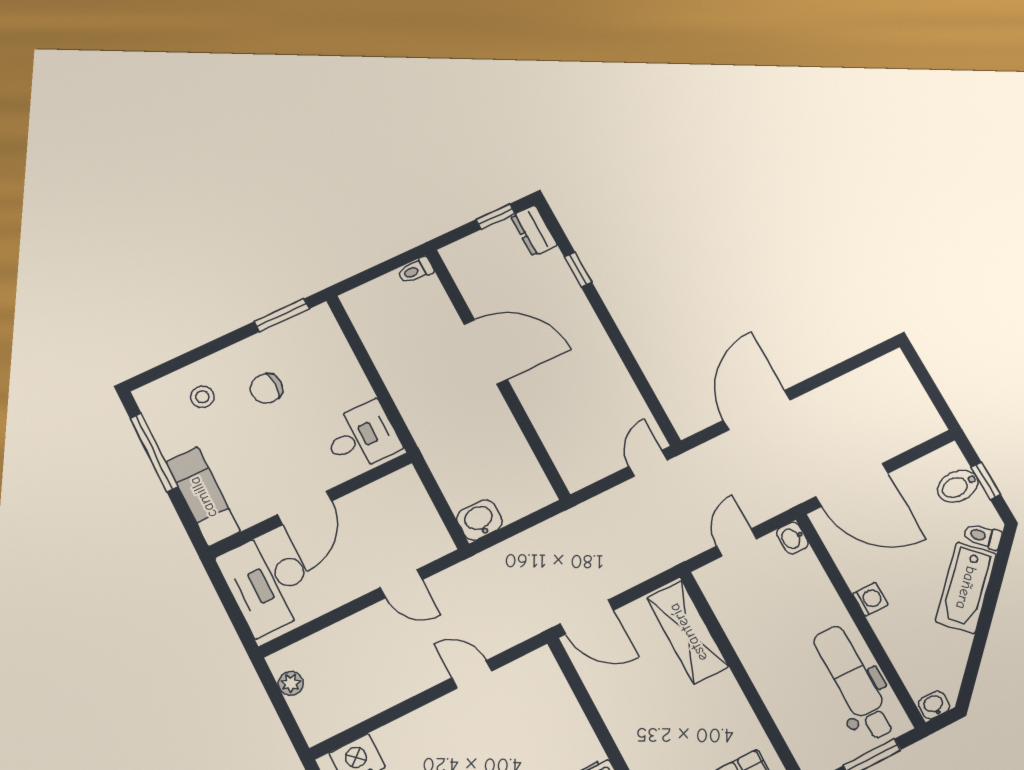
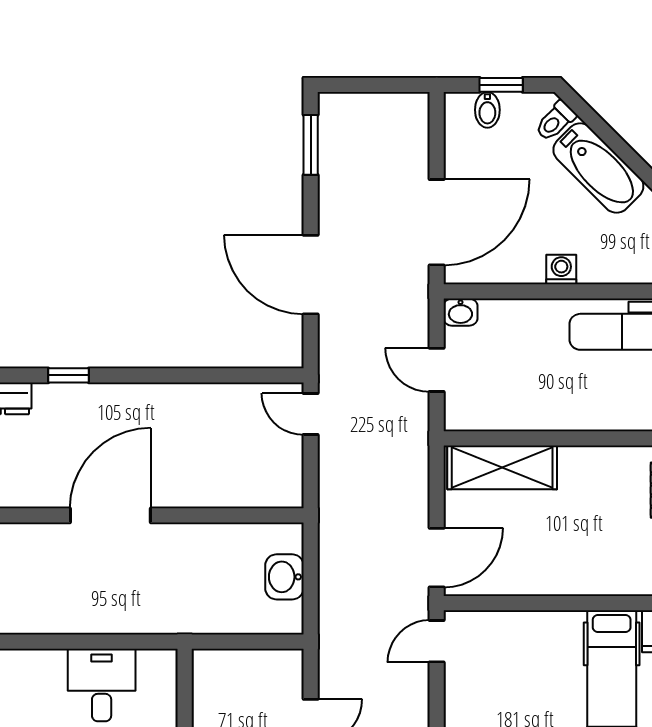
window: (856, 362) -> (311, 145), added
desk: (361, 437) -> (102, 685), moved
bidet: (958, 486) -> (487, 110), width x0.72, depth x0.74
washbasin: (479, 520) -> (284, 577), moved
door: (472, 674) -> (437, 641), moved

